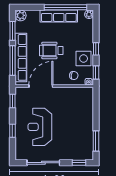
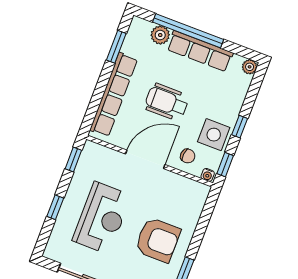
window: (66, 7) -> (188, 31), moved
plant: (21, 15) -> (160, 35), moved
window: (12, 60) -> (98, 94), removed
door: (41, 86) -> (145, 159), moved
reception desk: (40, 127) -> (102, 218), turned 180
armchair: (75, 127) -> (158, 240), added

